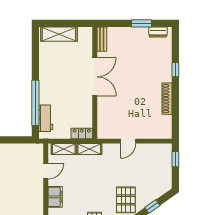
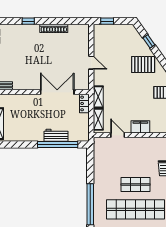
double door: (95, 77) -> (57, 92), moved
workbench: (46, 118) -> (56, 135), moved

